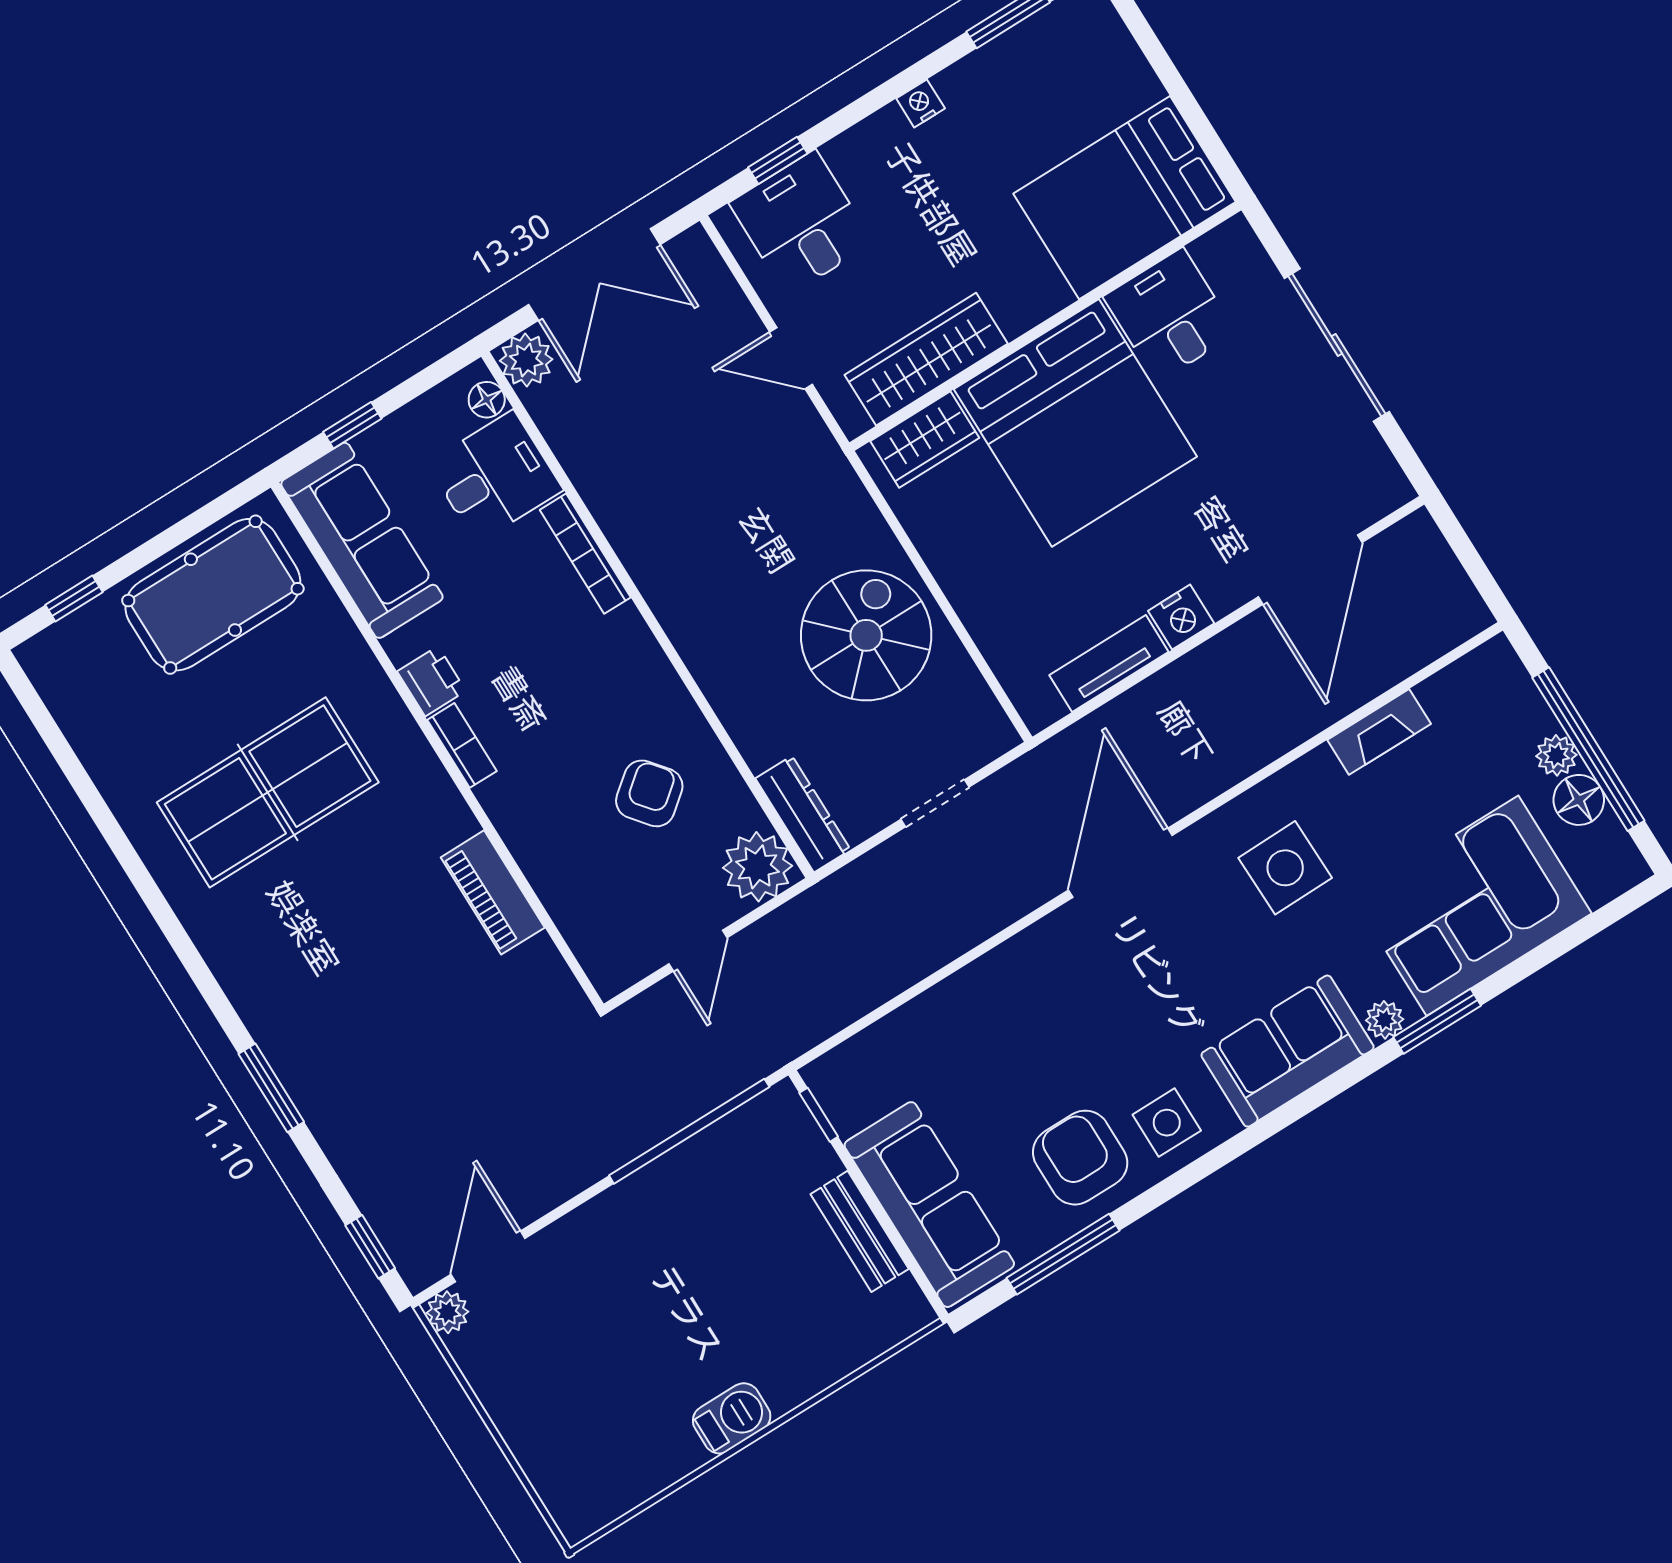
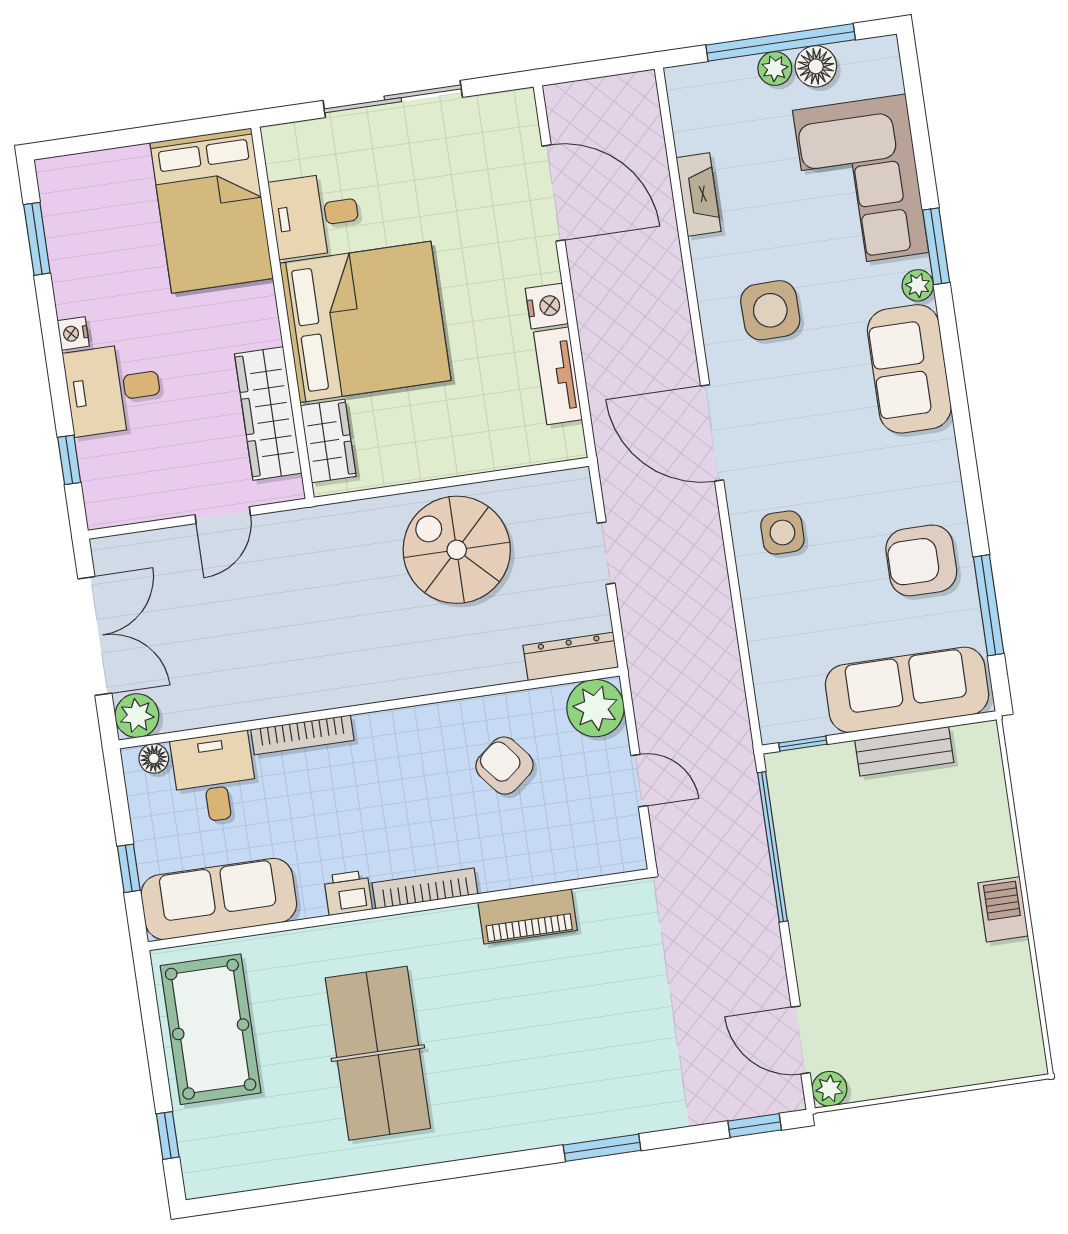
desk: (801, 223) -> (113, 389), moved
bookcase: (462, 745) -> (425, 888), width x1.56
side table: (1167, 1123) -> (782, 533), moved

